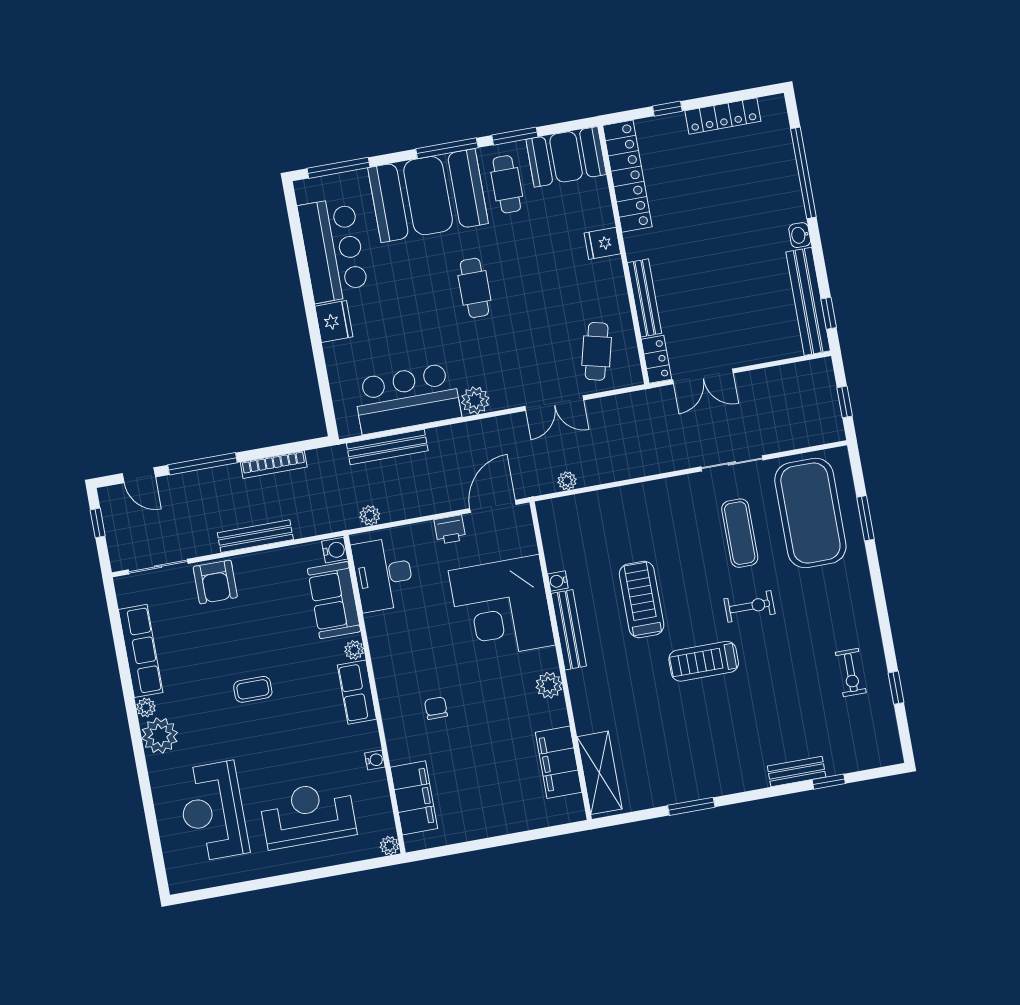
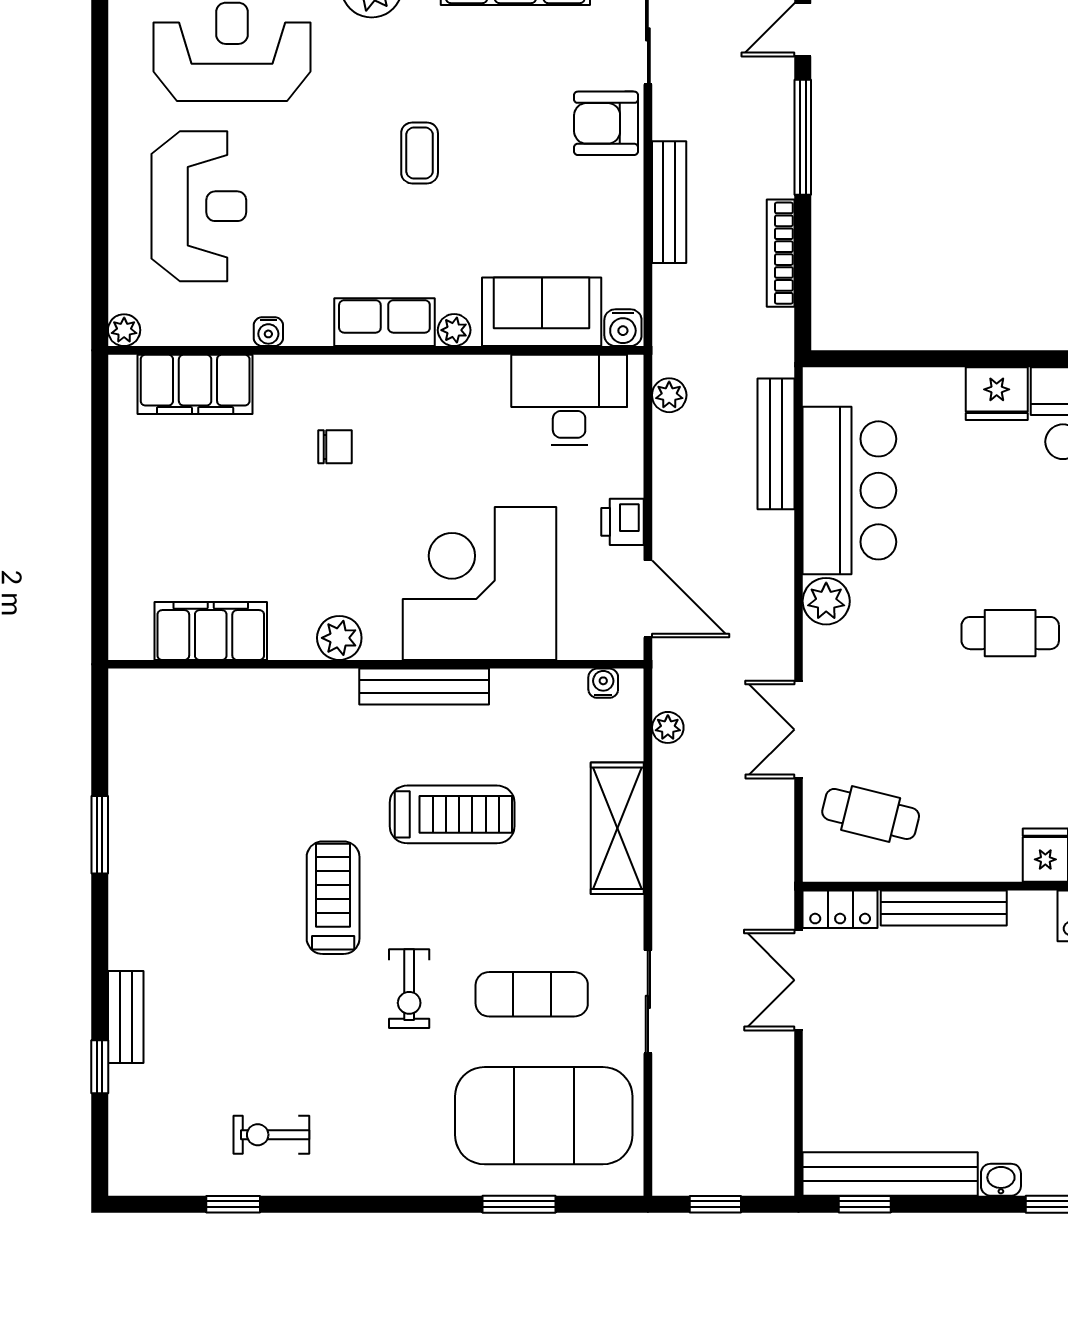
water cooler: (558, 581) -> (603, 683), moved
shelving: (600, 773) -> (617, 828), moved, turned 90

